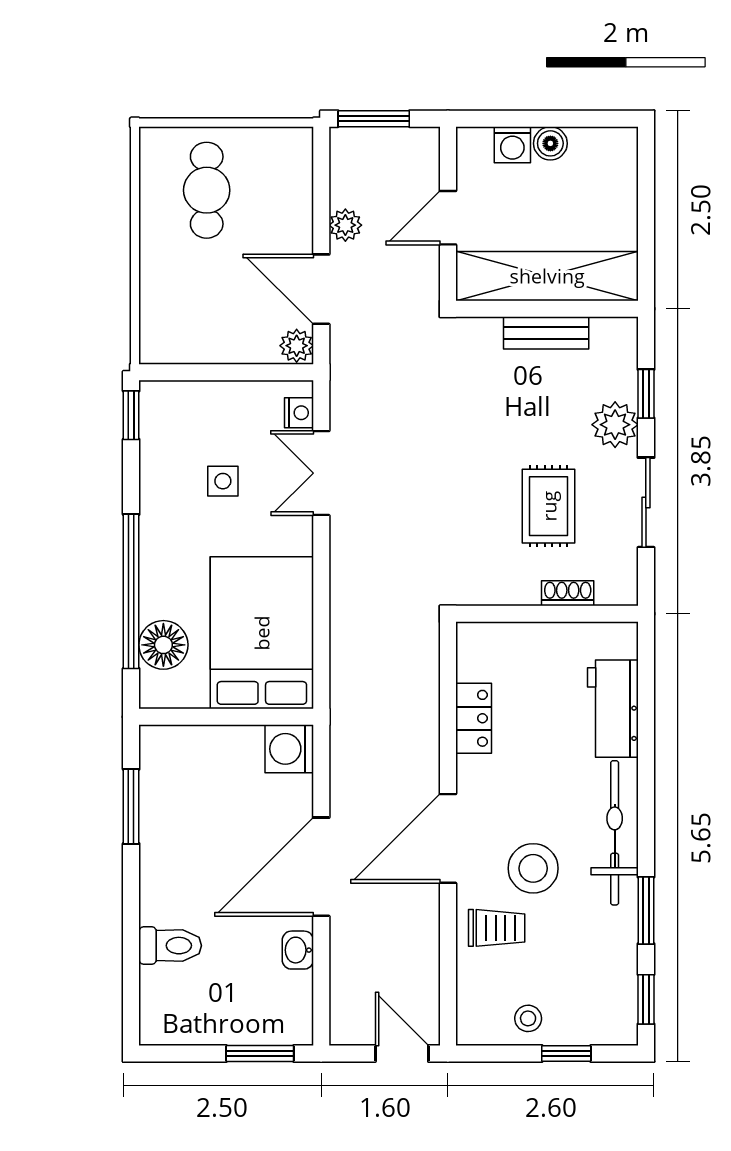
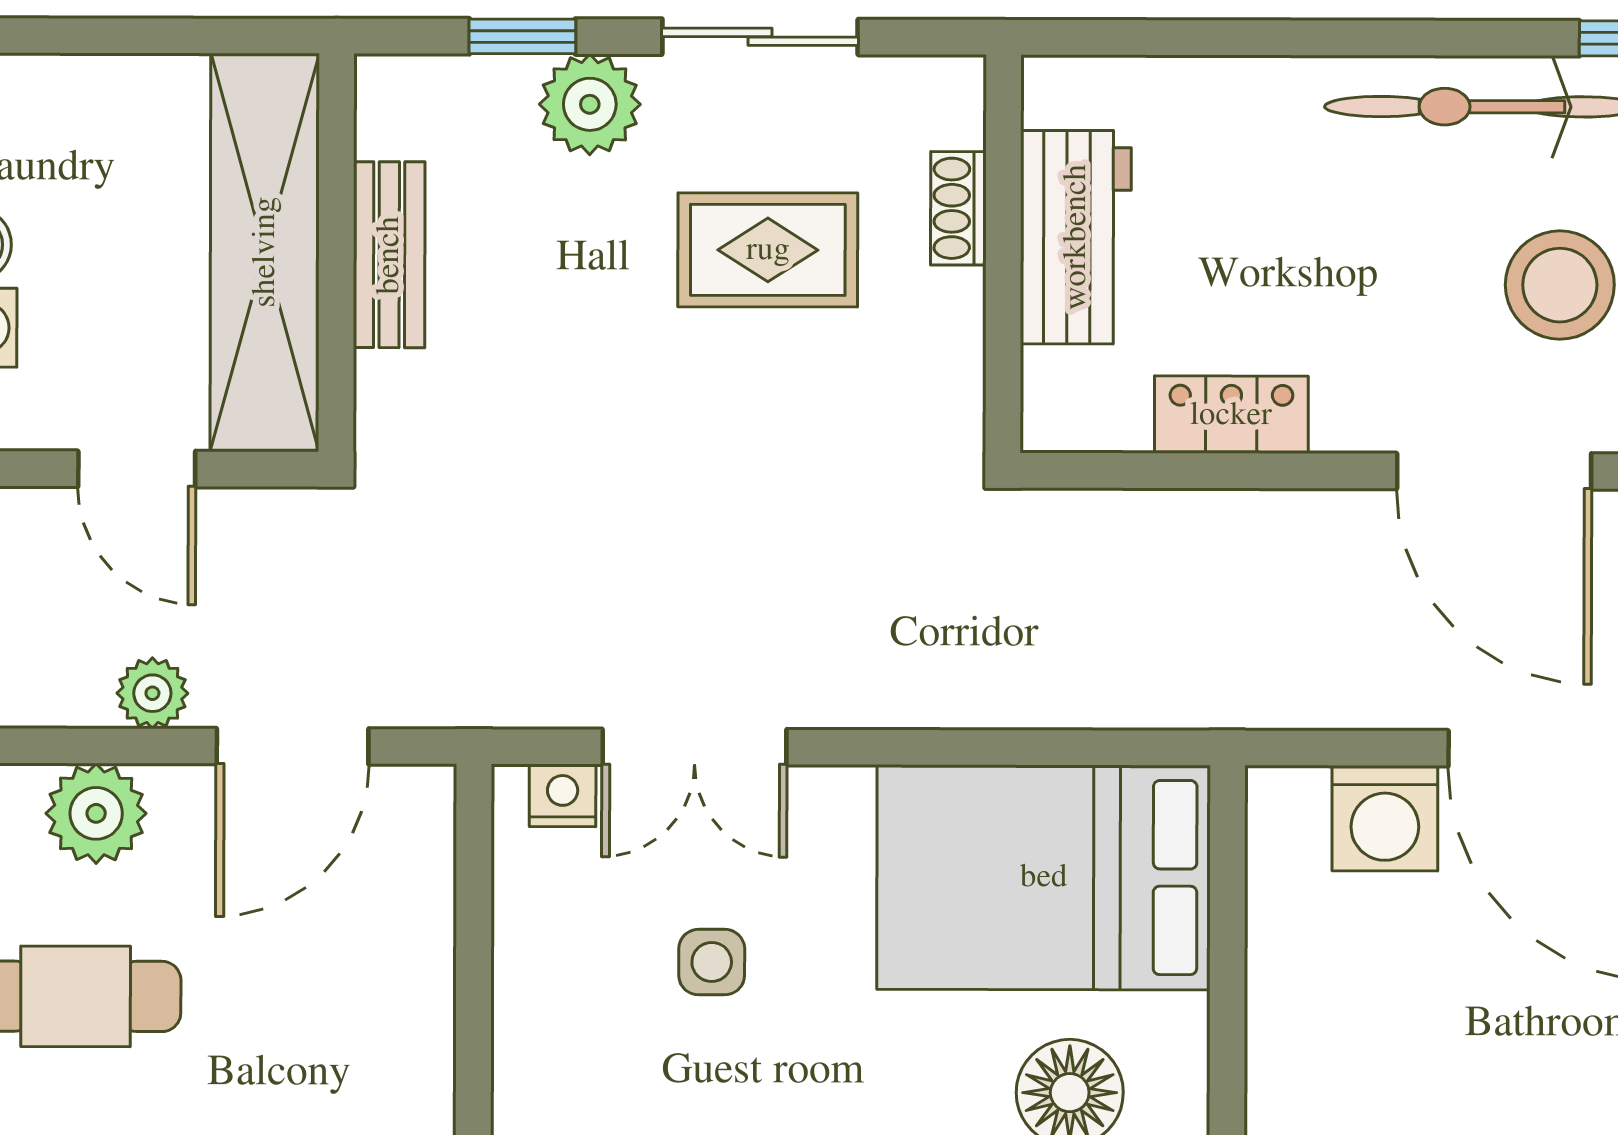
plant: (297, 346) -> (96, 813), moved, width x1.38, depth x1.38
workbench: (613, 709) -> (1076, 237), moved, turned -90
washing machine: (289, 749) -> (1385, 818), moved

